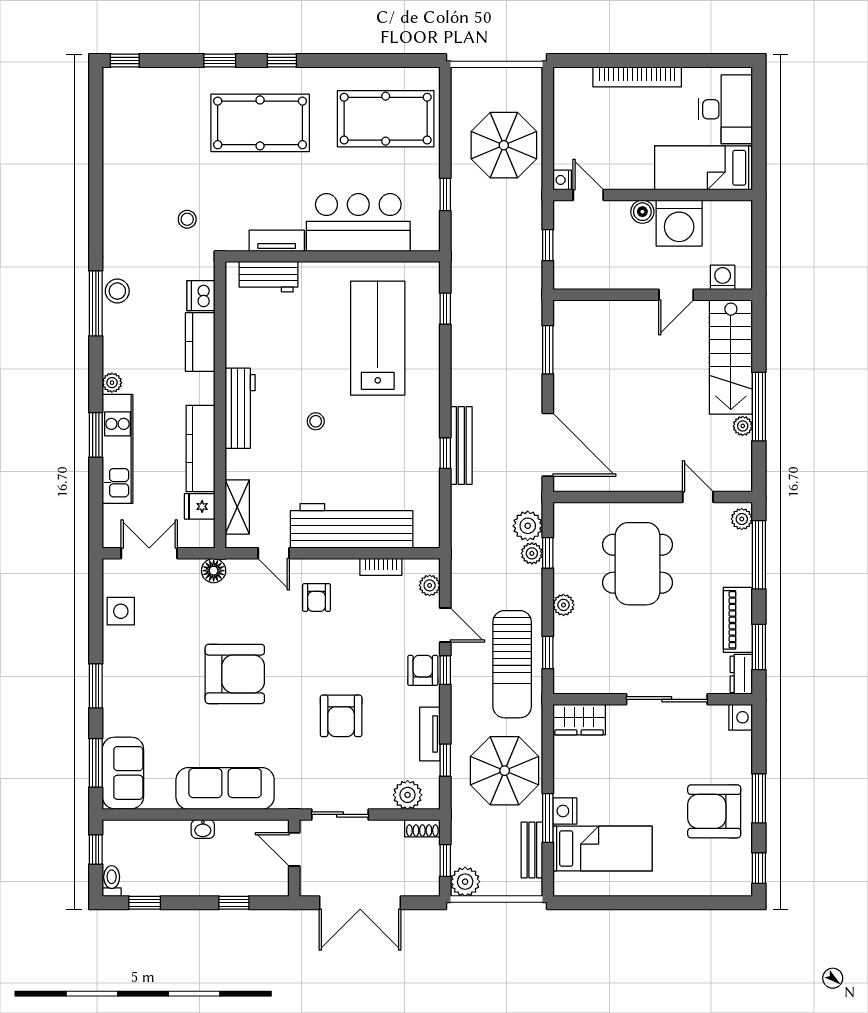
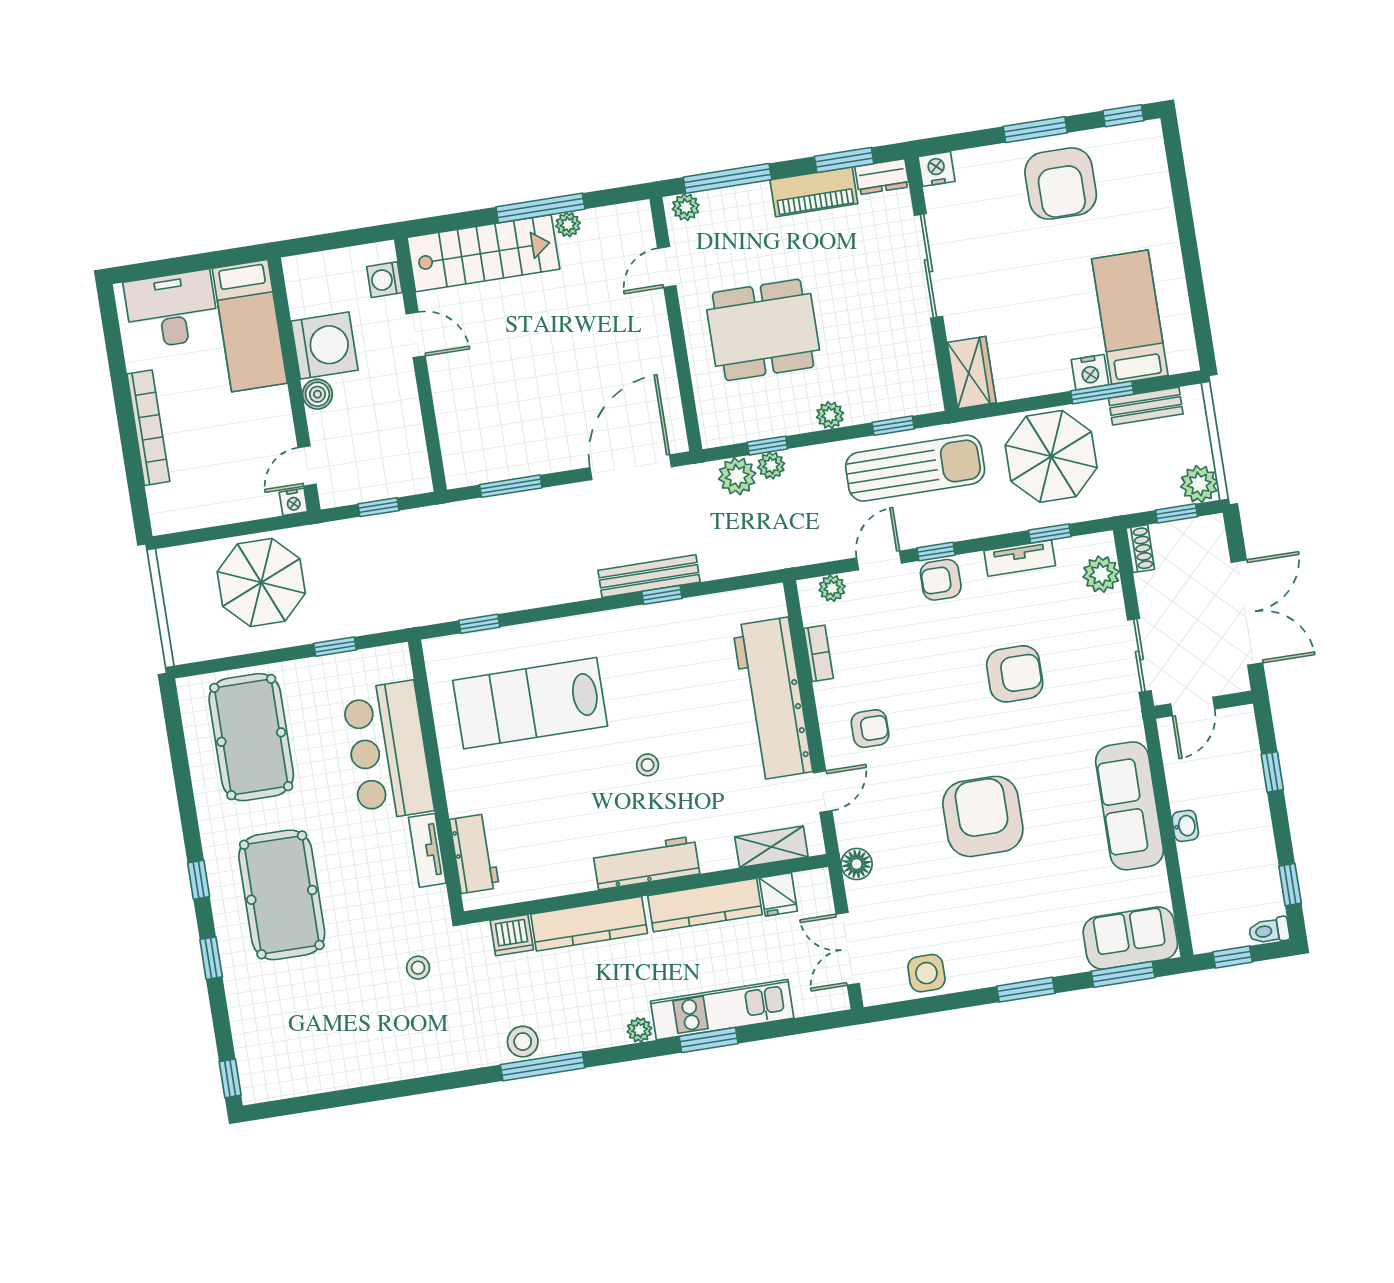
kitchen counter: (200, 342) -> (589, 924), width x1.50

